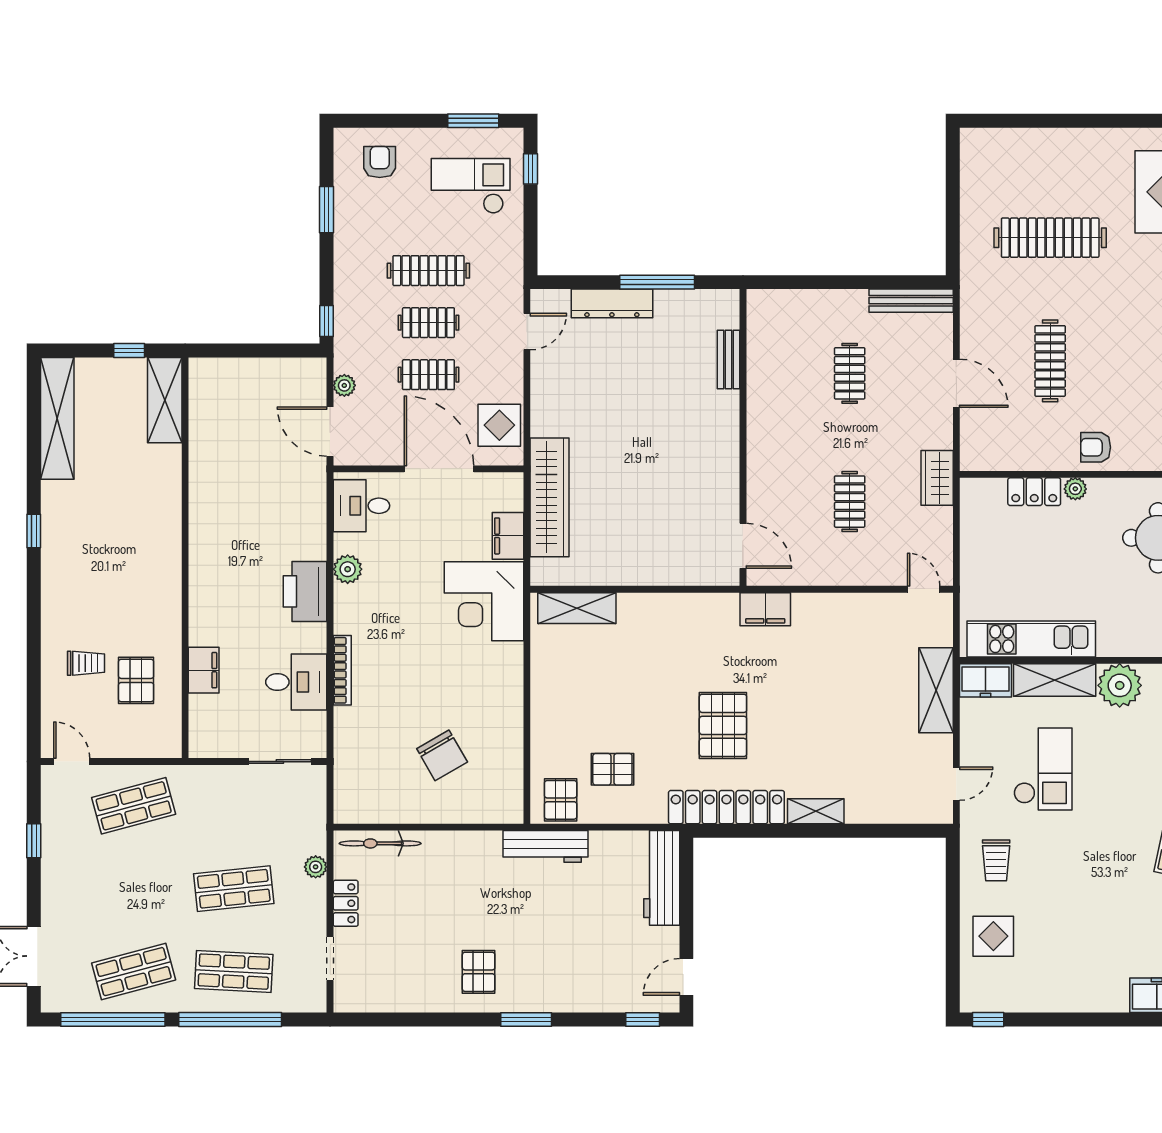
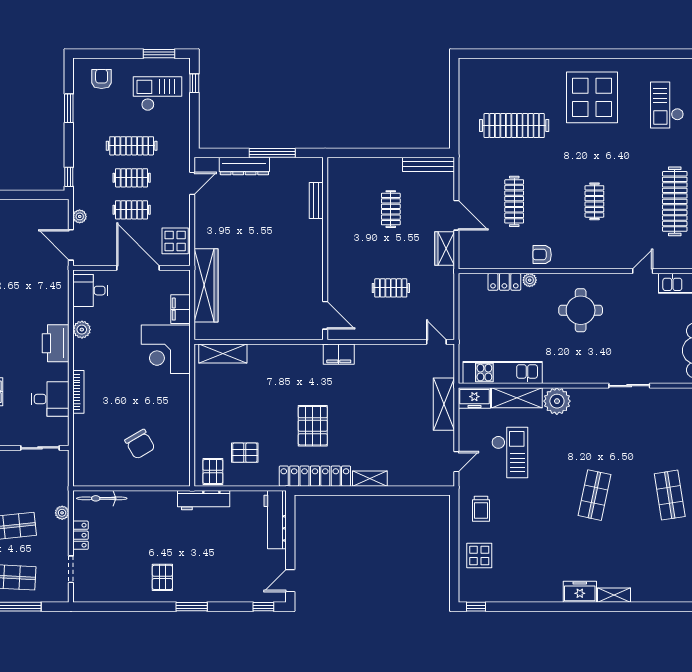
wardrobe: (937, 478) -> (445, 248), moved
clothes rail: (850, 502) -> (391, 288), turned 90

